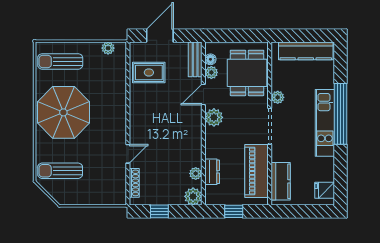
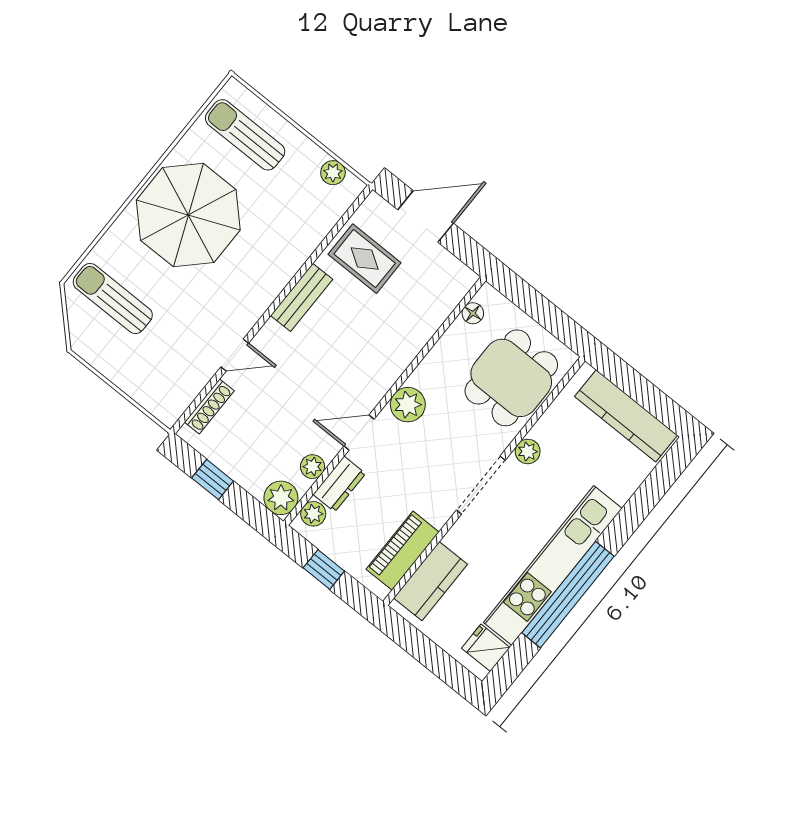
bench: (195, 59) -> (302, 297), moved
plant: (211, 72) -> (313, 514), moved
door: (203, 94) -> (359, 433), moved
window: (341, 114) -> (568, 595), moved
kitchen unit: (325, 123) -> (553, 565), width x1.36
piano: (257, 171) -> (403, 551), width x0.73, depth x0.75

